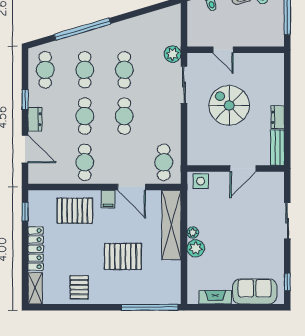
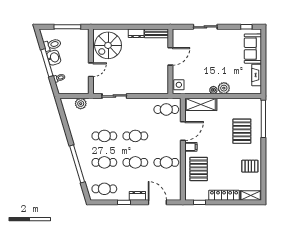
plant: (173, 54) -> (81, 104), moved
spiral stairs: (229, 105) -> (108, 45), moved
door: (25, 149) -> (157, 202), hinge flipped
door: (243, 169) -> (170, 56), hinge flipped
shelving: (171, 225) -> (201, 104), width x0.68
pallet: (123, 256) -> (242, 131), moved

